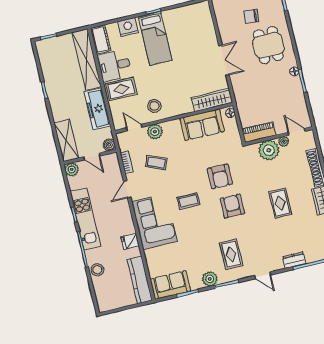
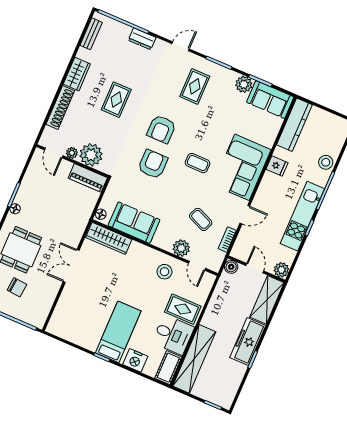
freezer: (97, 109) -> (248, 341), moved, turned 180
door: (263, 275) -> (181, 46), hinge flipped
plant: (210, 279) -> (244, 84), moved

